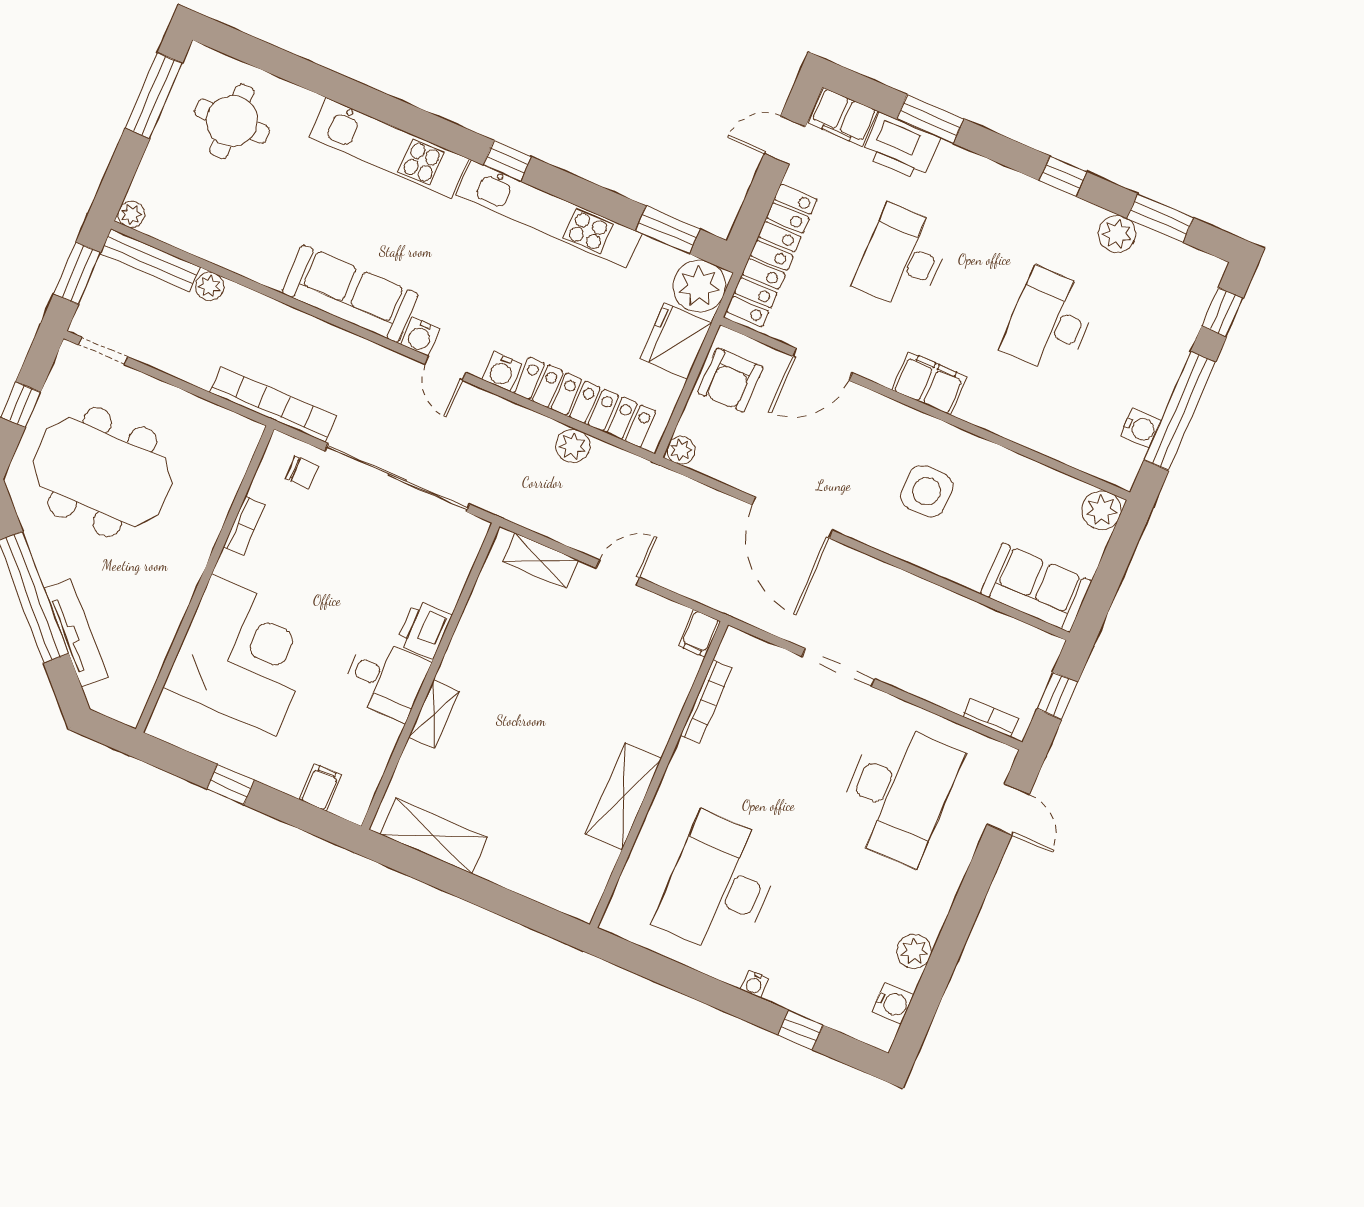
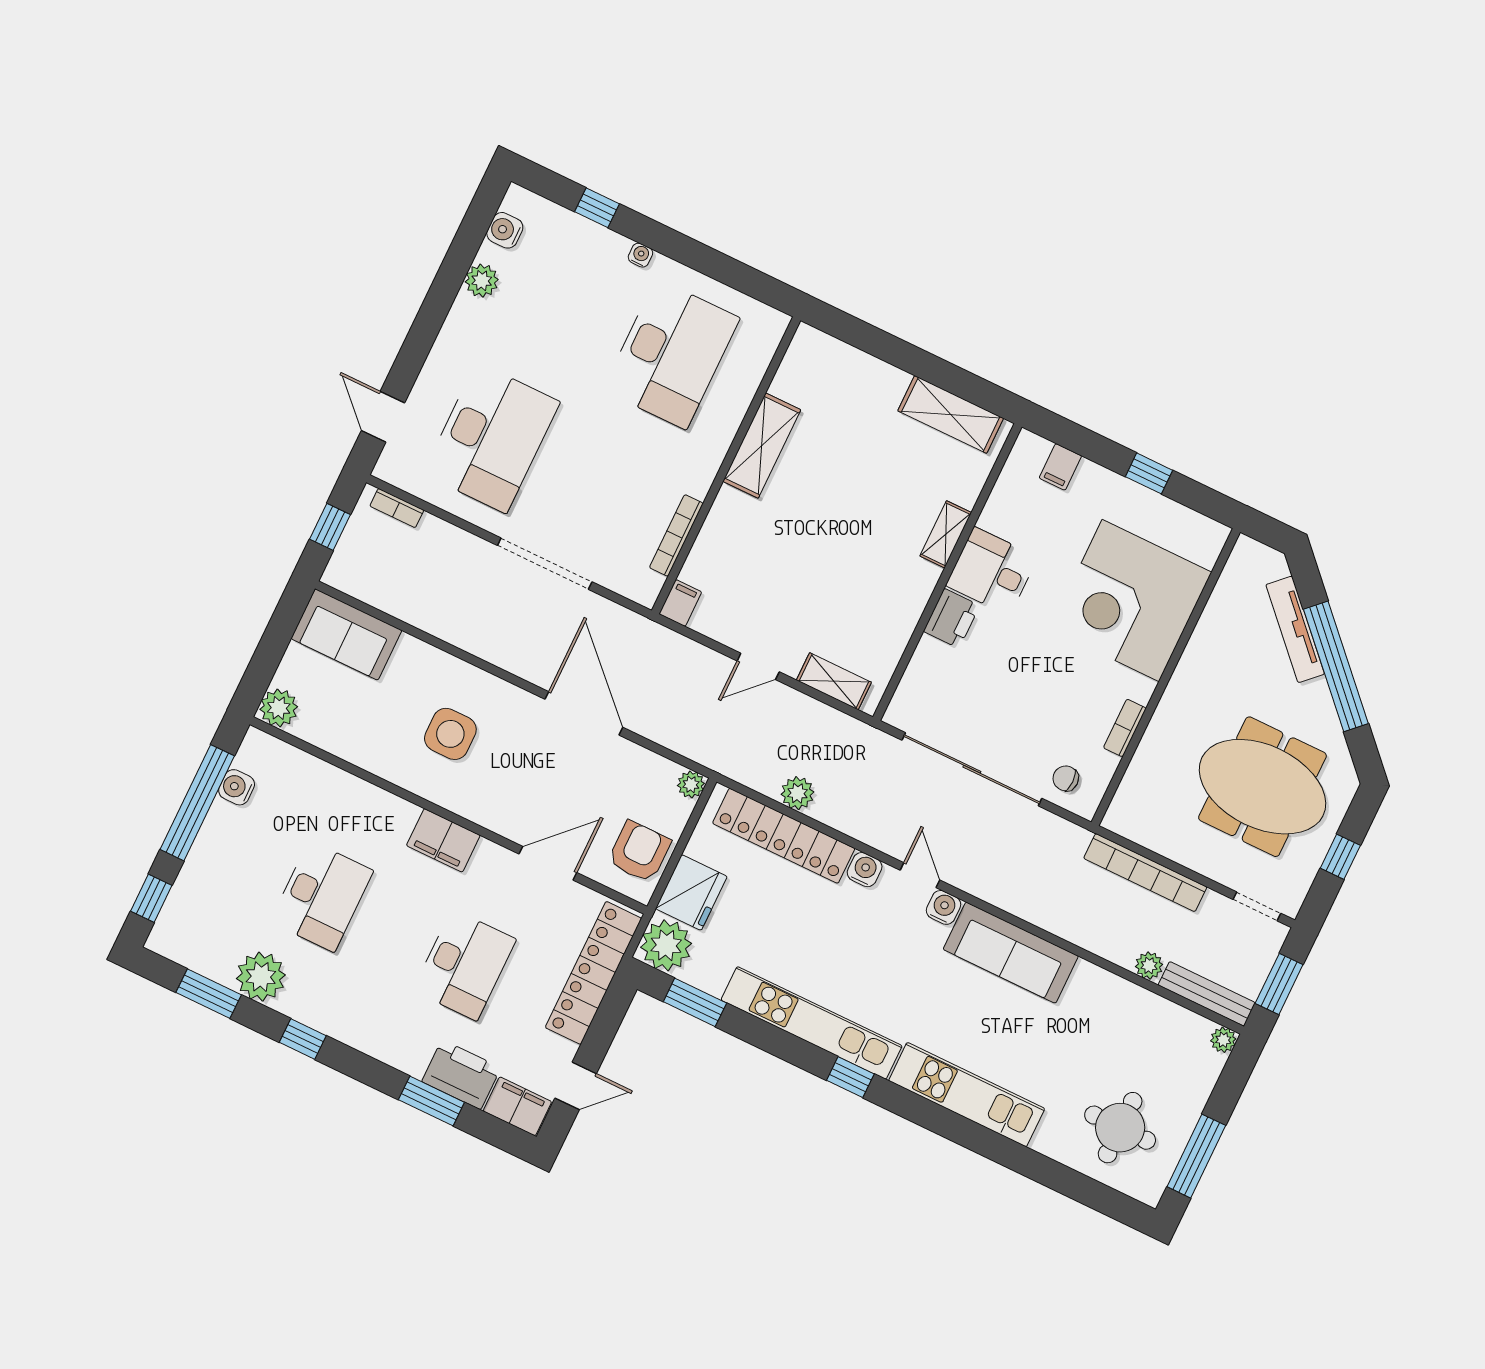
plant: (1117, 234) -> (261, 977), width x1.36, depth x1.36
bookcase: (273, 404) -> (1145, 873), moved
doorway: (838, 668) -> (545, 564), width x1.36
desk: (898, 793) -> (491, 438), turned 180

